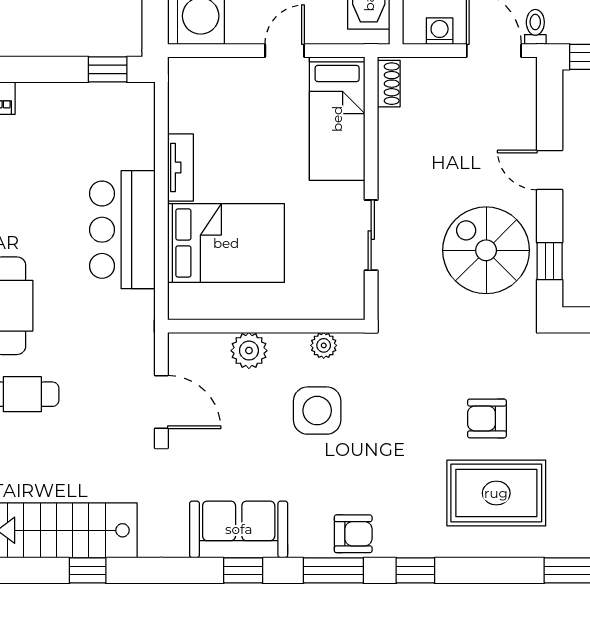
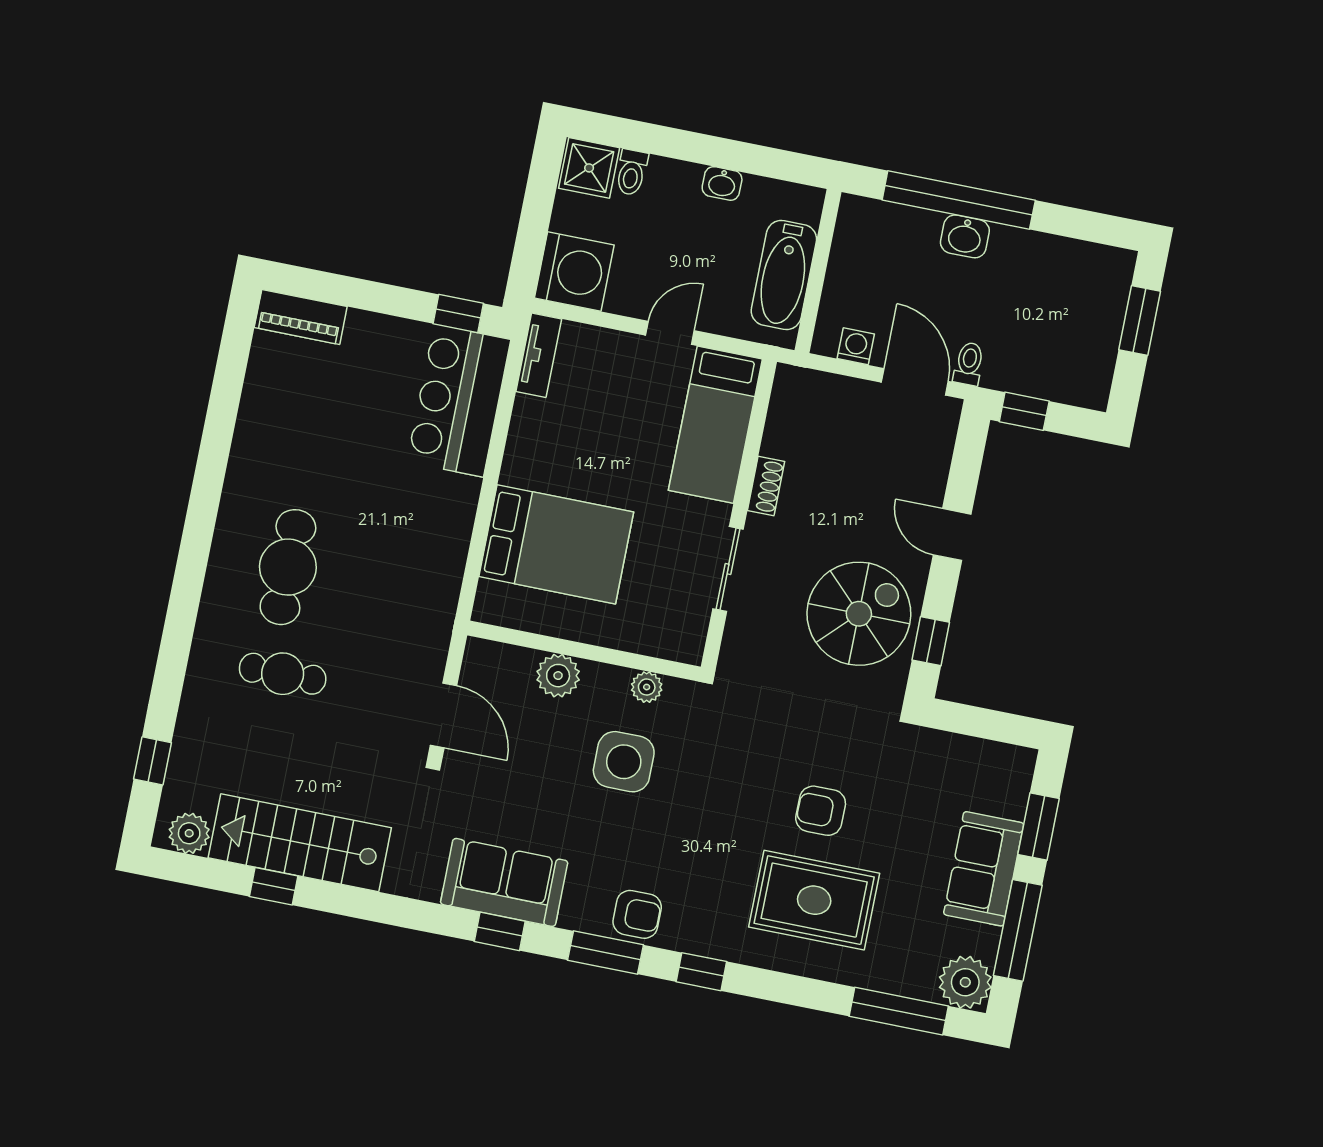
shoe rack: (389, 84) -> (766, 486), moved
tv unit: (180, 167) -> (539, 355), moved
bar counter: (122, 230) -> (459, 401), moved
spiral stairs: (486, 250) -> (859, 614), turned 90
window: (88, 570) -> (274, 886), moved

